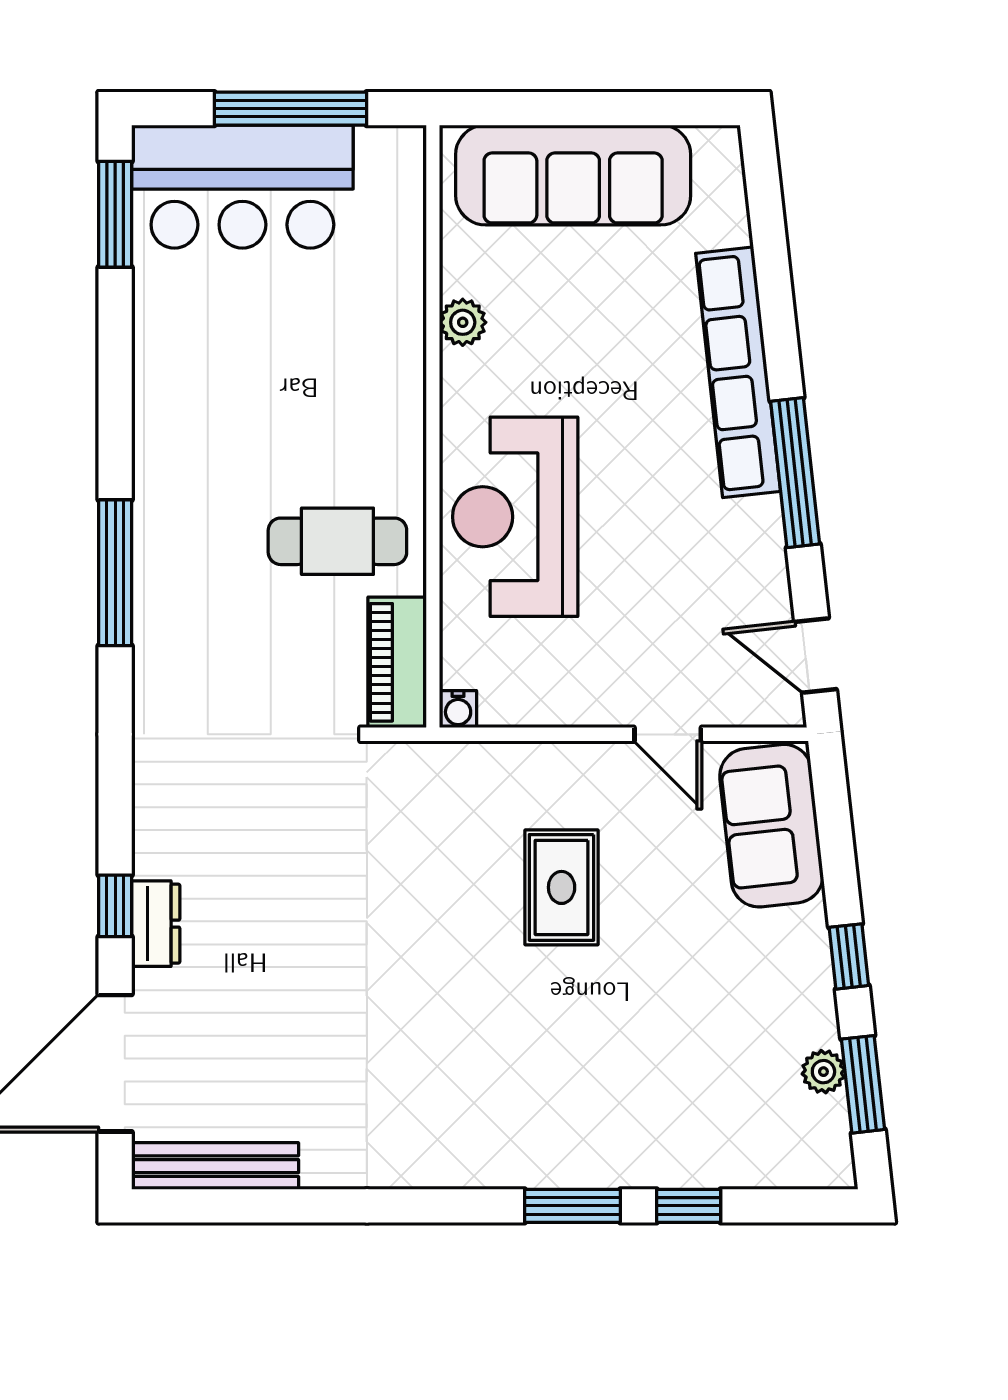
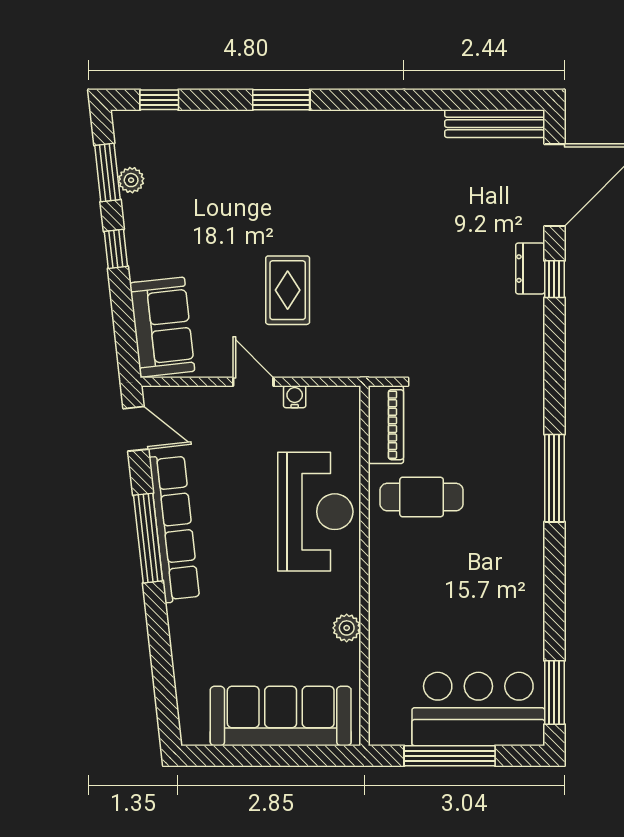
row of seats: (738, 372) -> (174, 528), moved
water cooler: (458, 709) -> (295, 397), moved
door: (668, 734) -> (253, 382), moved
window: (689, 1206) -> (159, 100), moved

